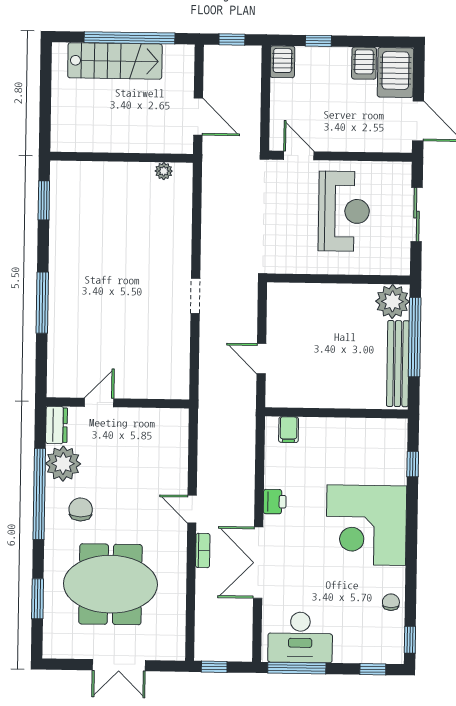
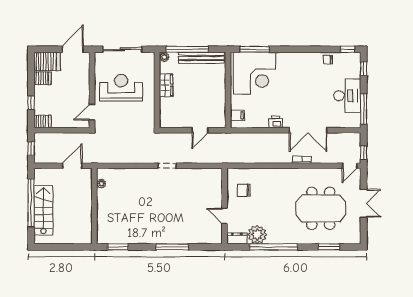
sliding door: (417, 215) -> (122, 49), width x1.37
wardrobe: (348, 296) -> (166, 85), added
plant: (392, 301) -> (164, 57), width x0.53, depth x0.53
window: (413, 464) -> (255, 49), width x2.17
chair: (81, 509) -> (244, 190), moved
door: (192, 509) -> (350, 166), moved
corner desk: (366, 525) -> (255, 73), moved
meeting table: (110, 584) -> (321, 208), turned 90
desk: (300, 637) -> (347, 96), moved

